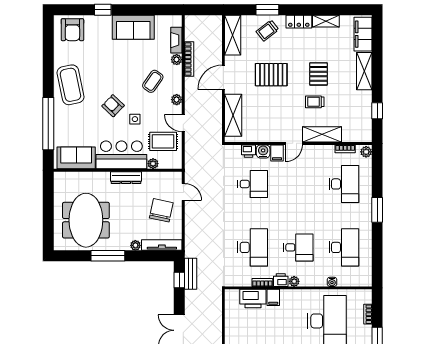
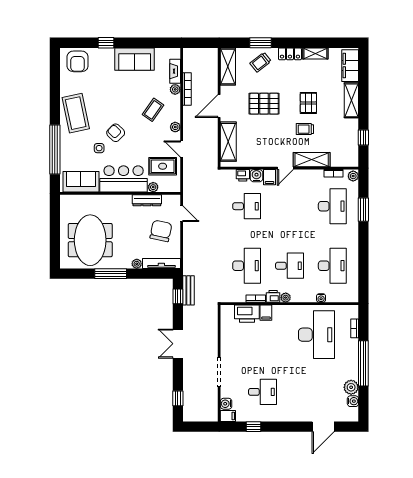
side table: (135, 119) -> (99, 148), moved
dresser: (126, 178) -> (147, 200), moved
window: (377, 210) -> (363, 210), moved

